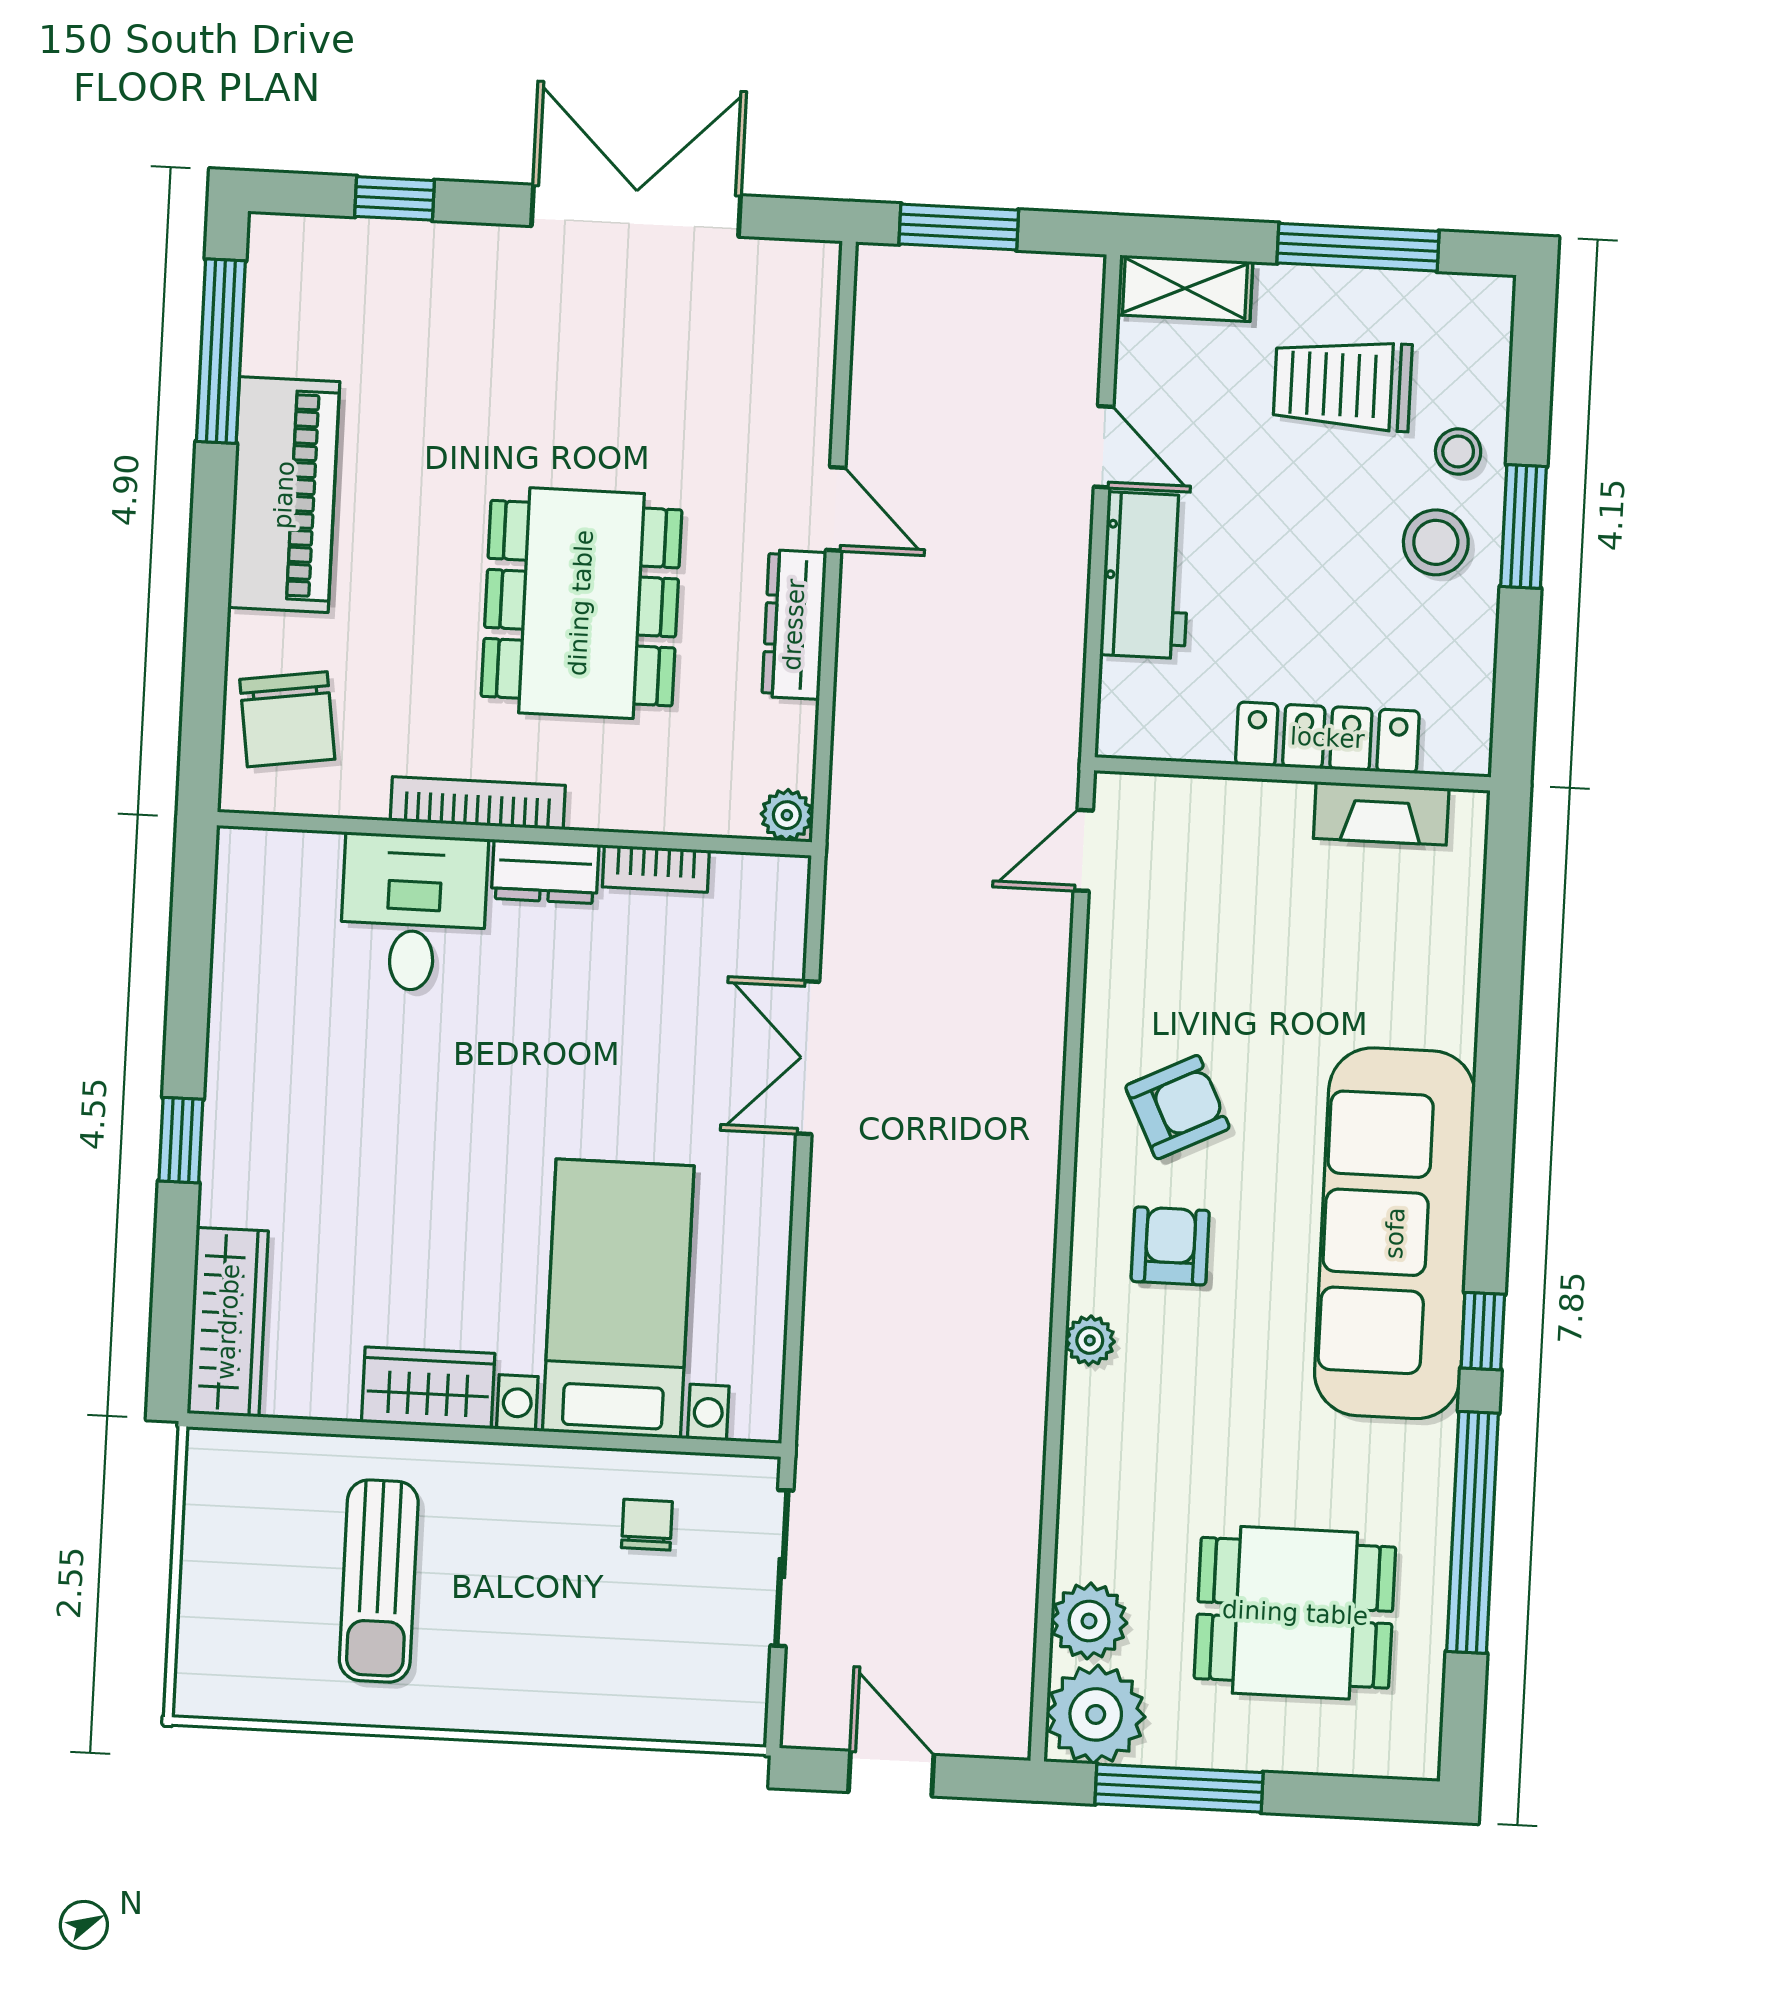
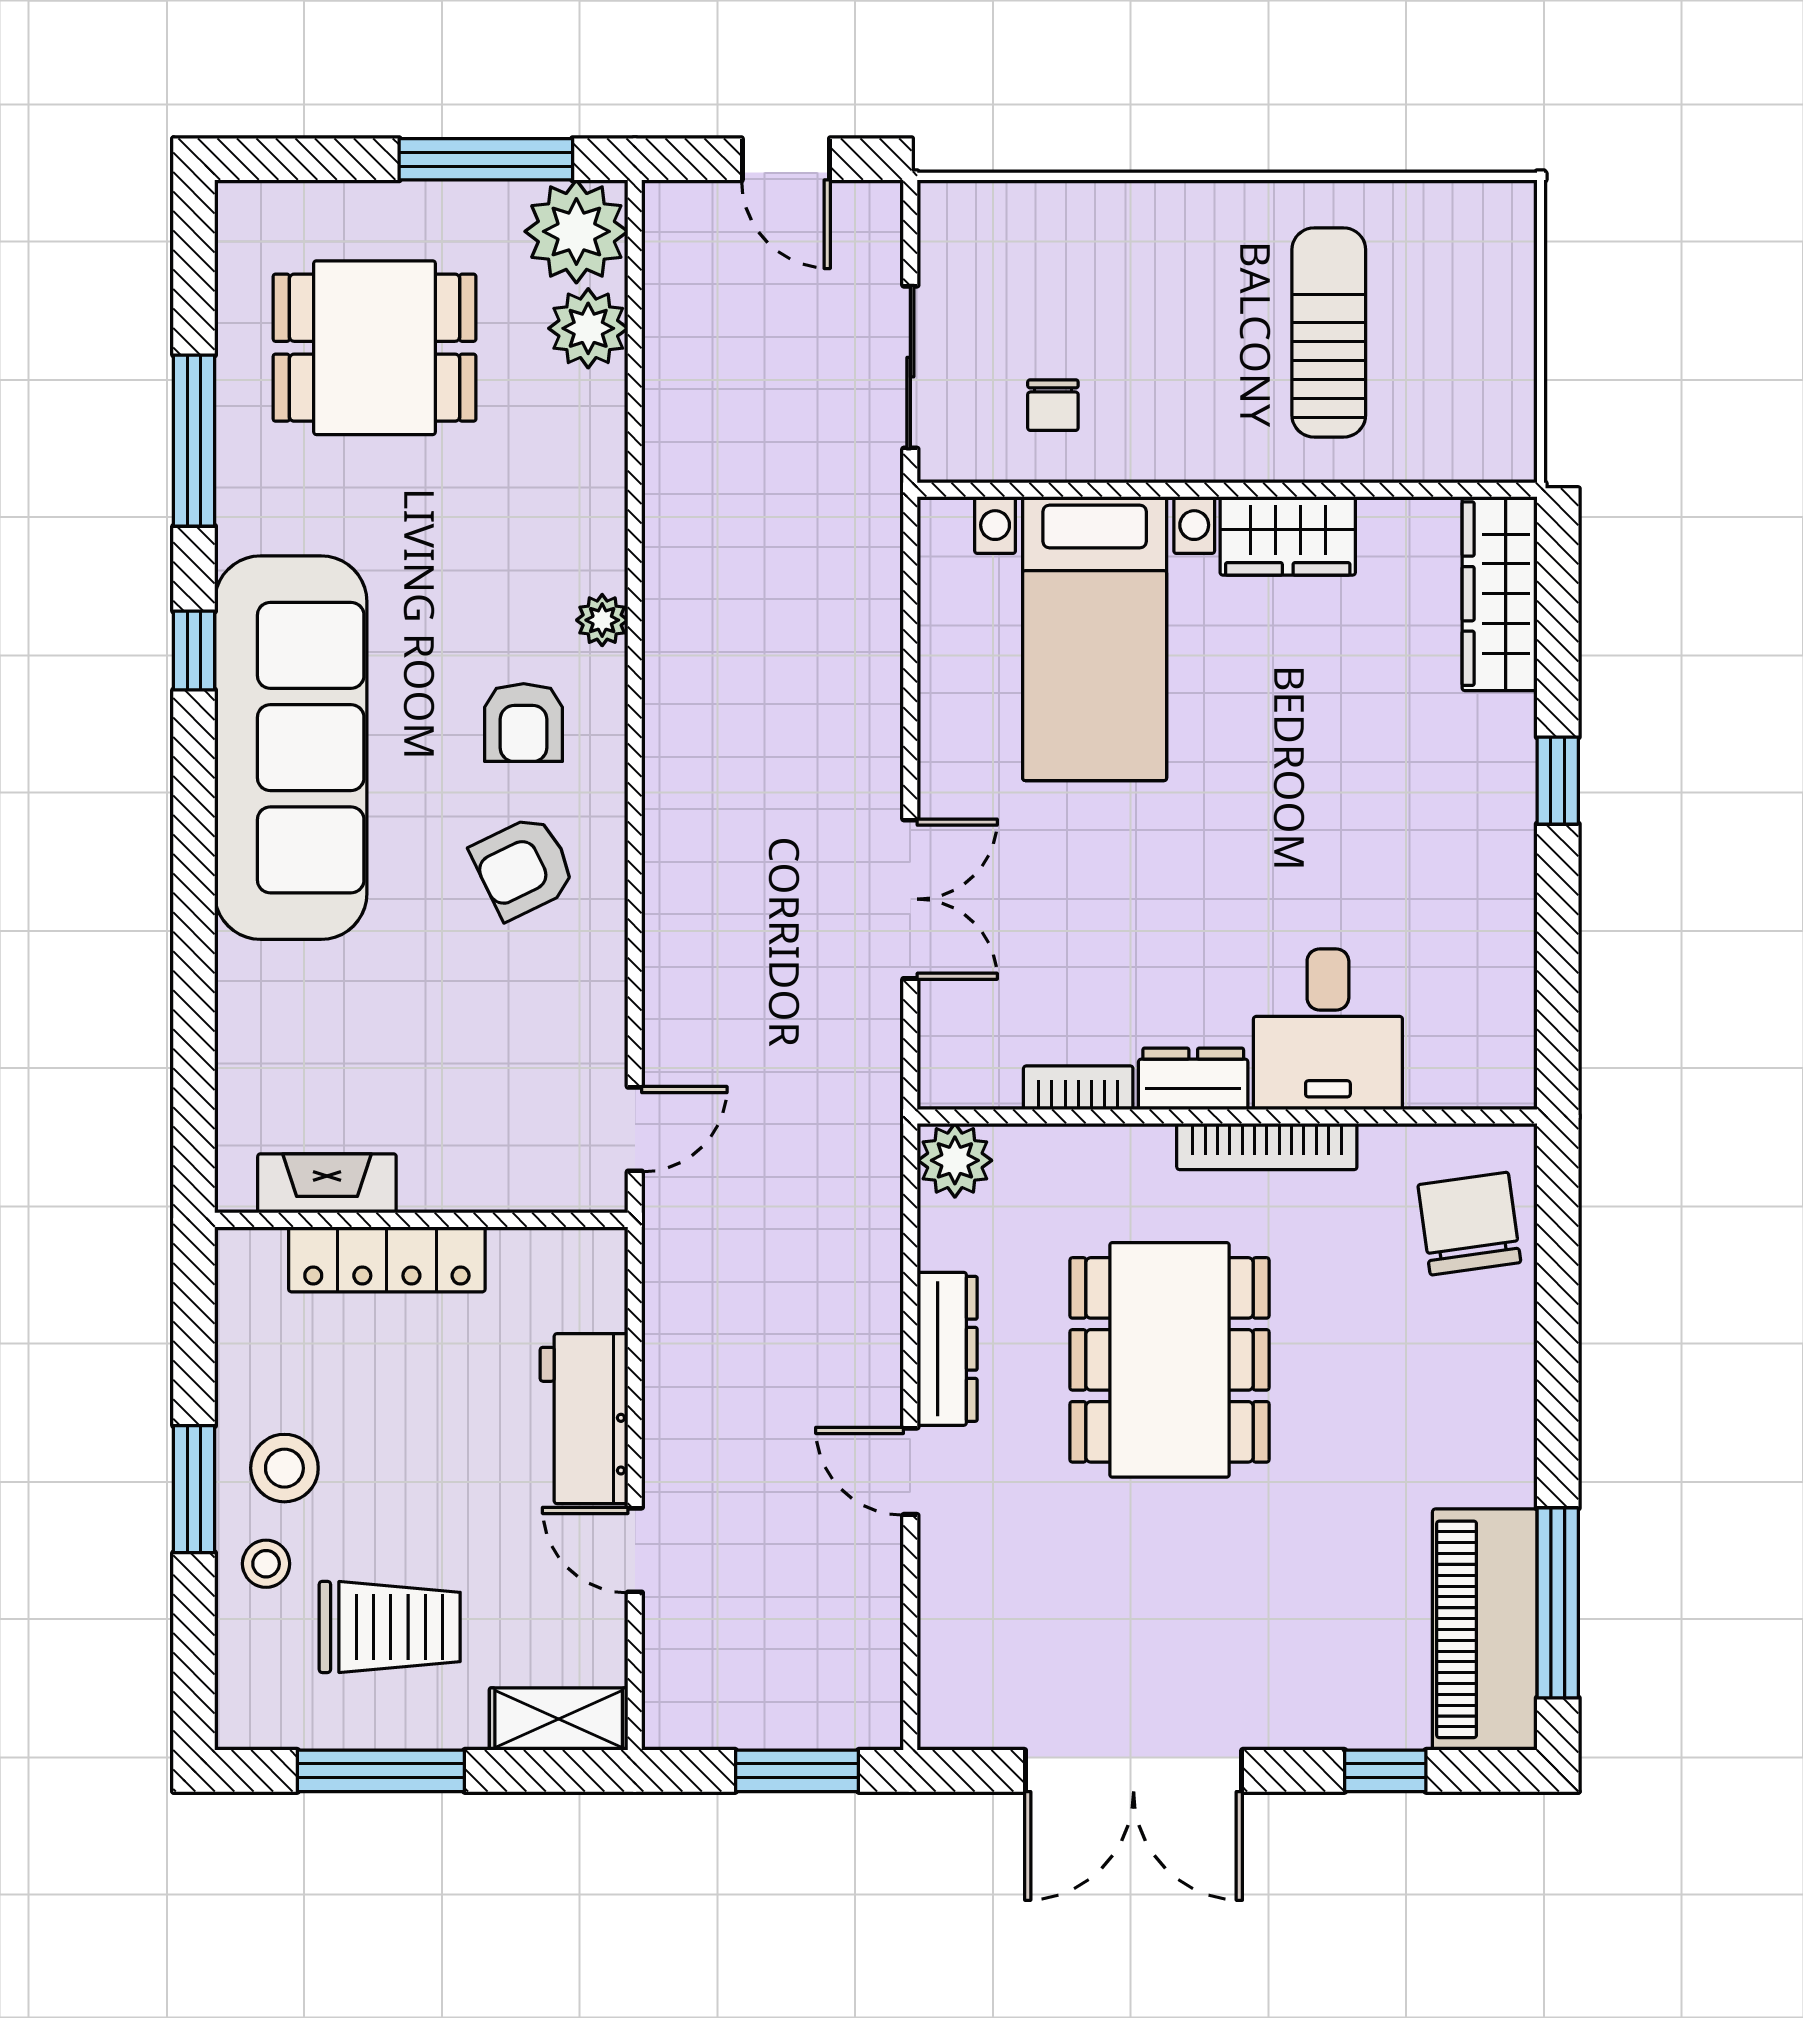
piano: (284, 495) -> (1485, 1629), moved
plant: (787, 815) -> (955, 1160), width x1.38, depth x1.38
window: (1473, 1532) -> (194, 441), width x0.68

